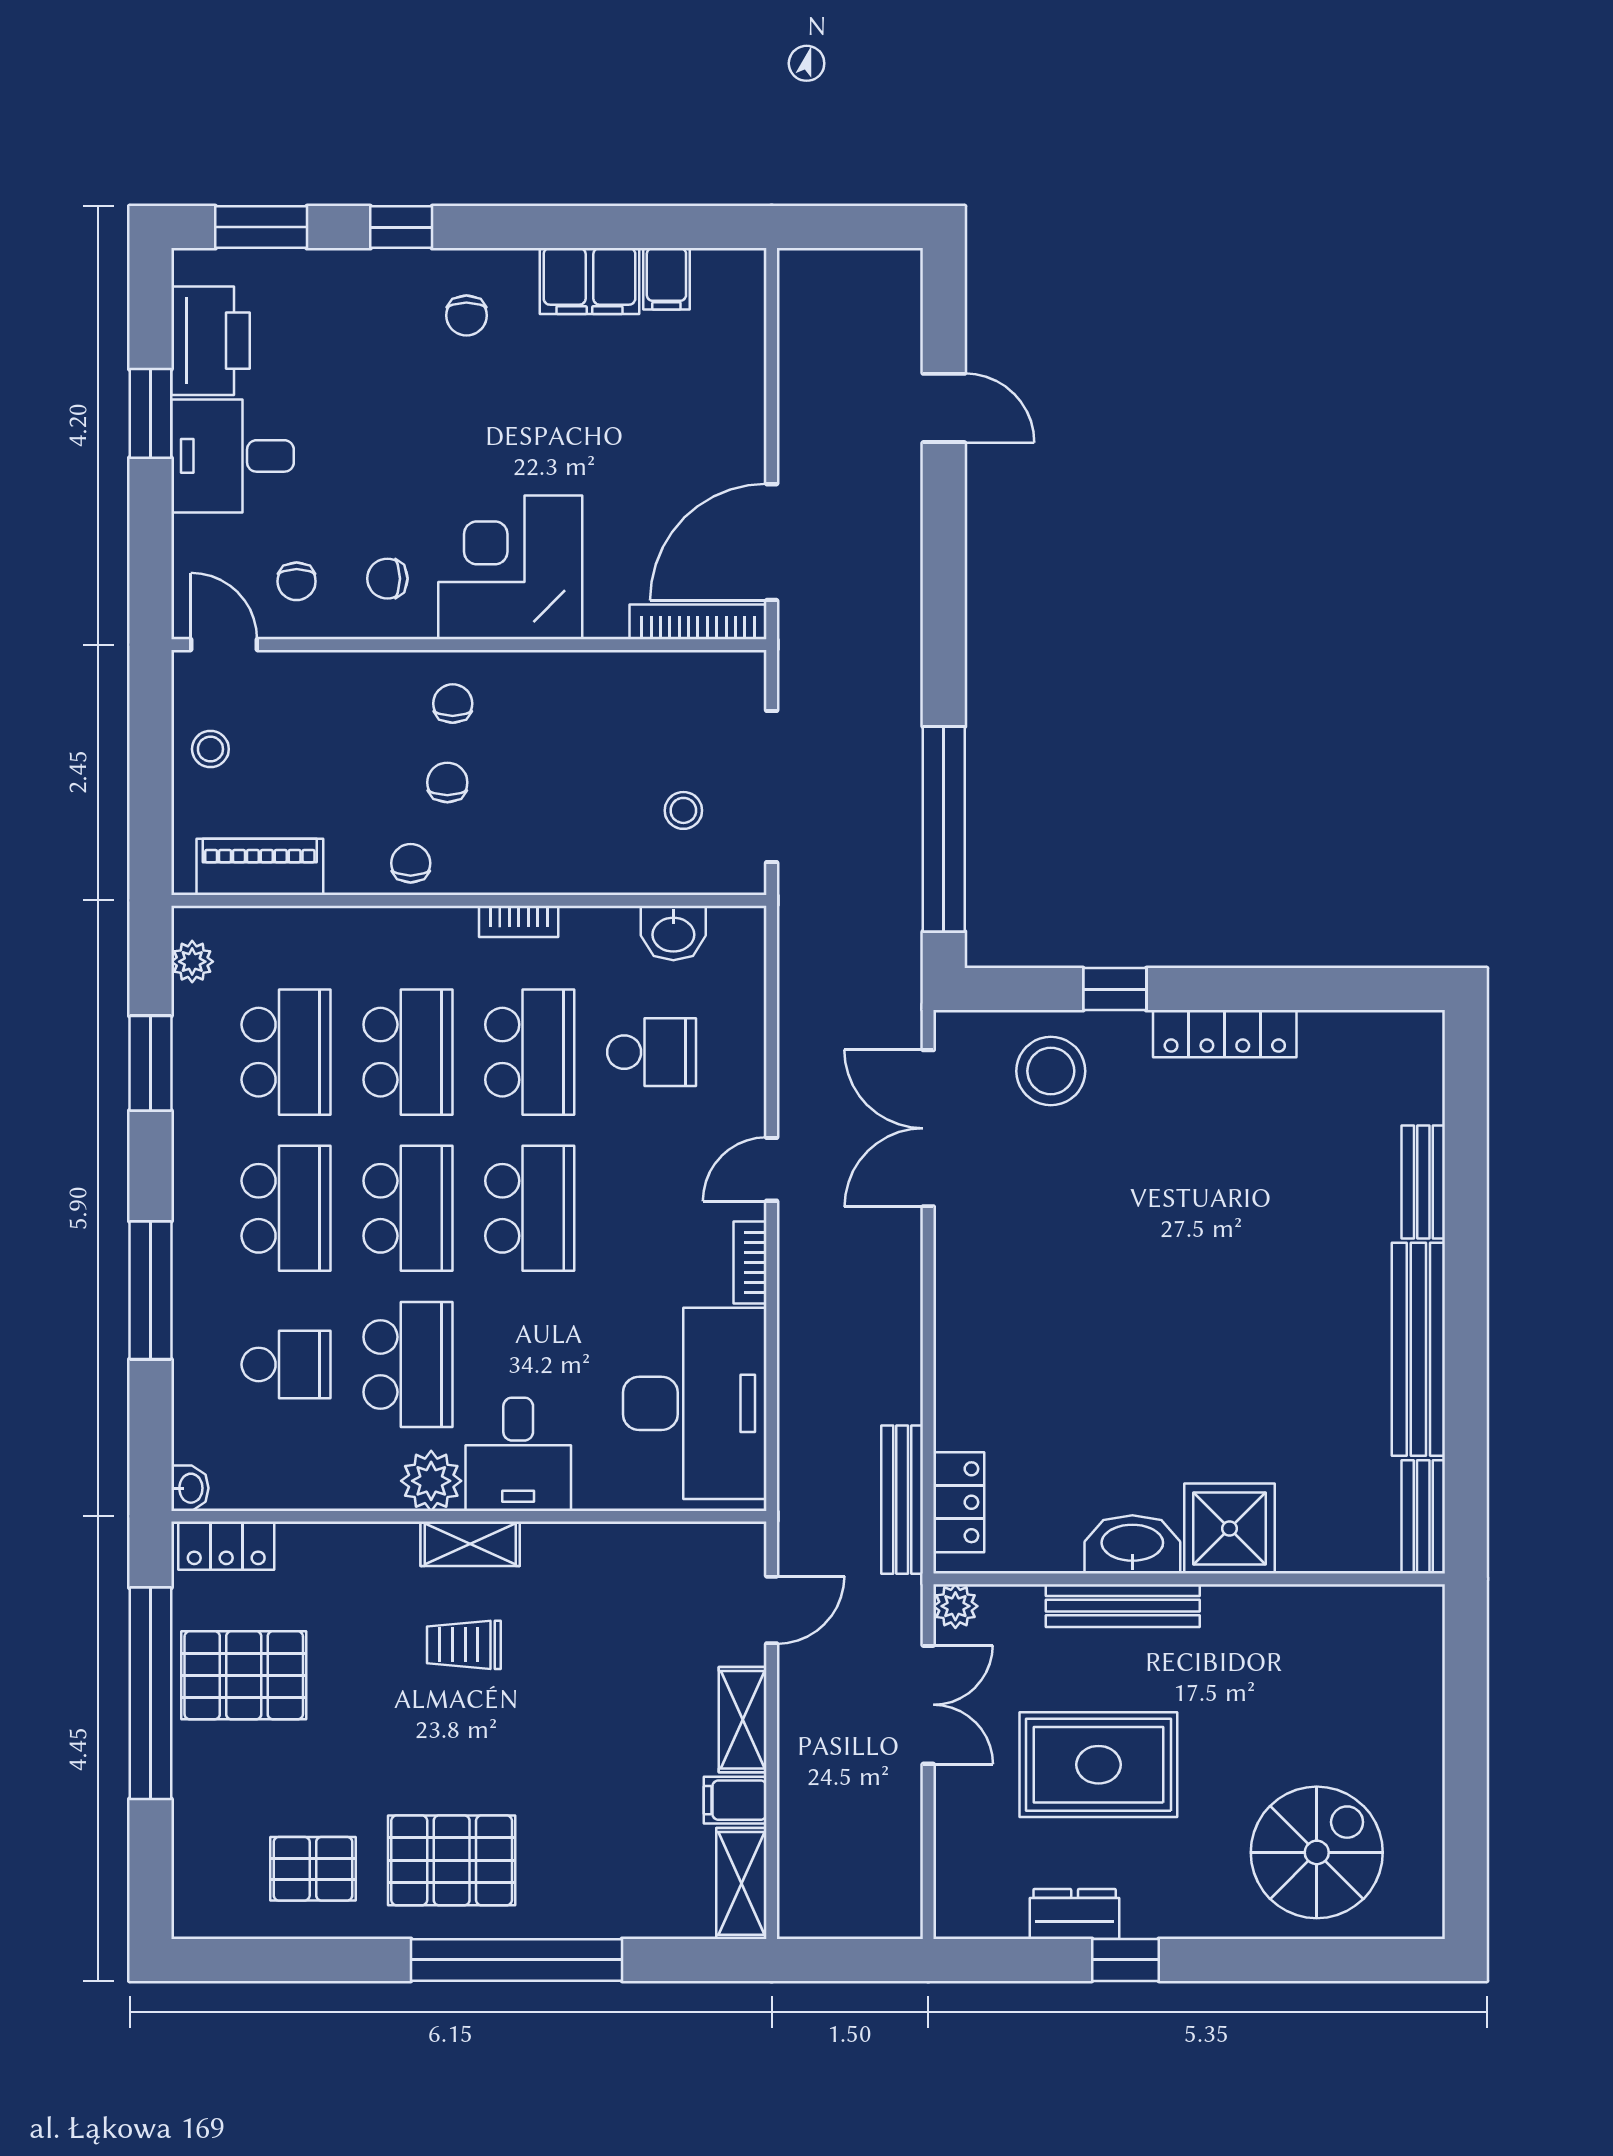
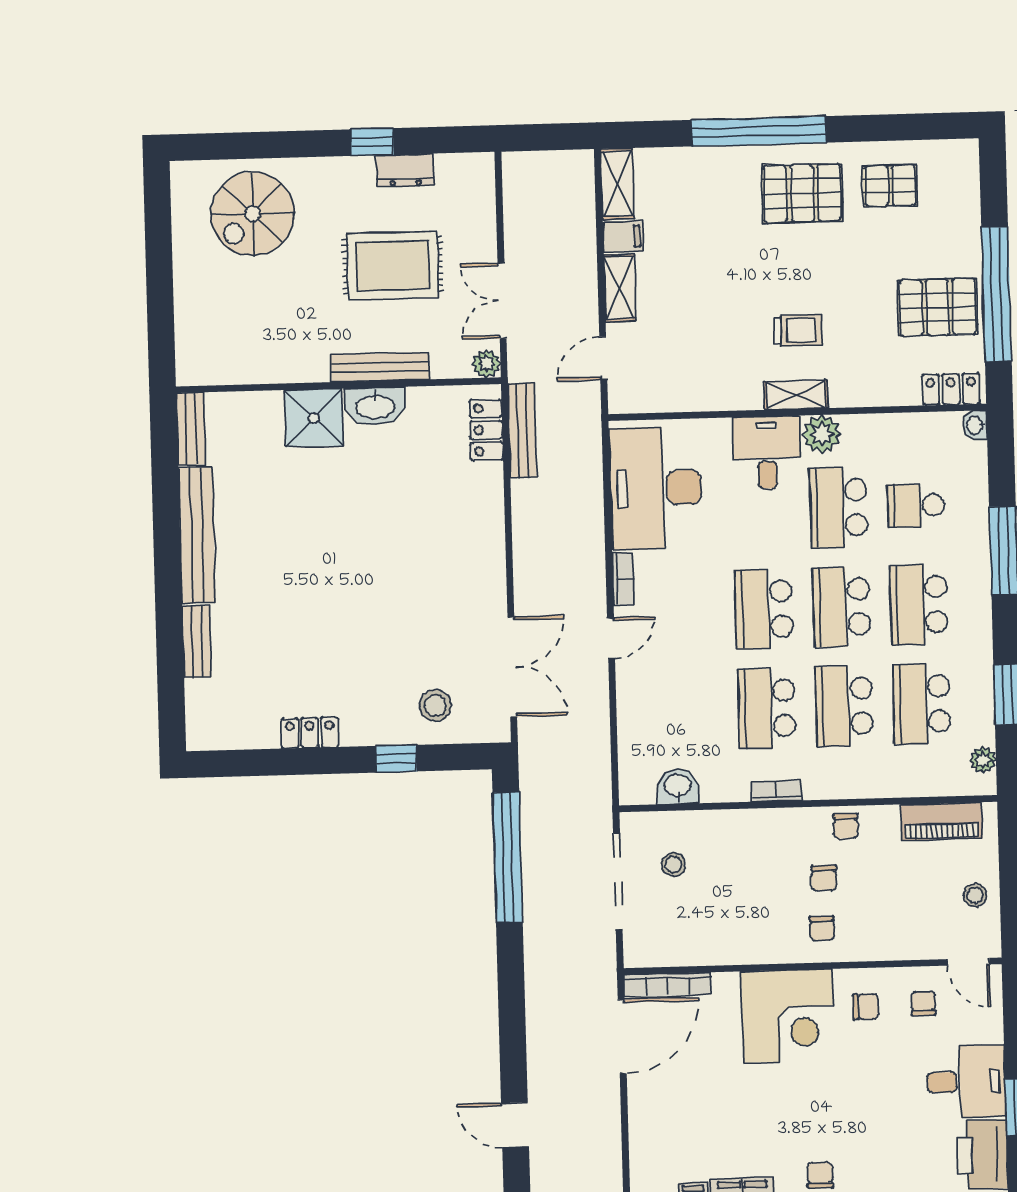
locker: (1225, 1034) -> (310, 733), width x0.66
school desk: (652, 1052) -> (689, 710), removed
stool: (1051, 1071) -> (435, 705), width x0.73, depth x0.73

